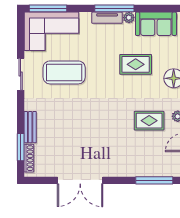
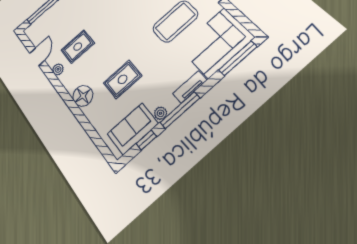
window: (153, 8) -> (146, 140), added
tv unit: (107, 18) -> (190, 87), moved

